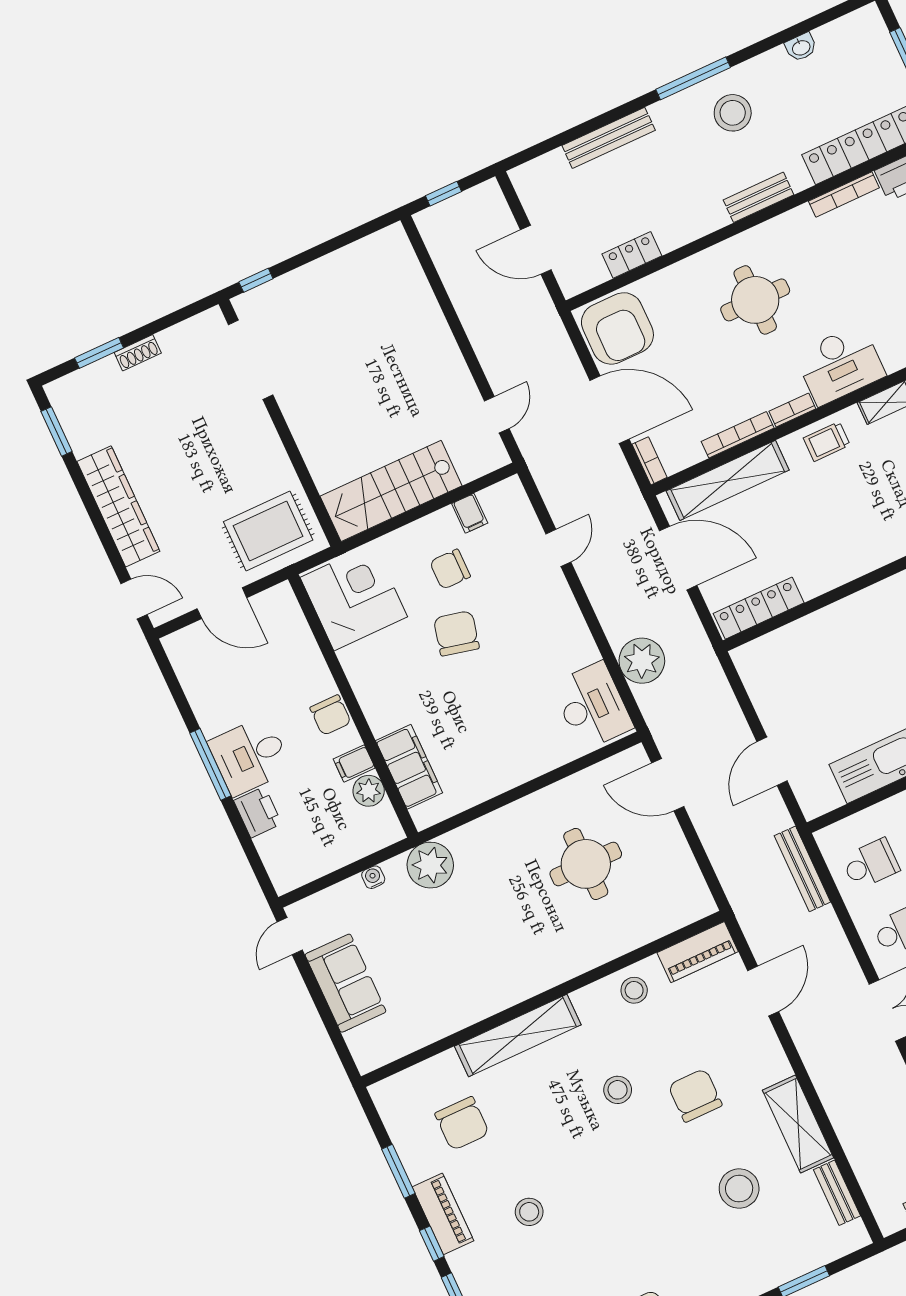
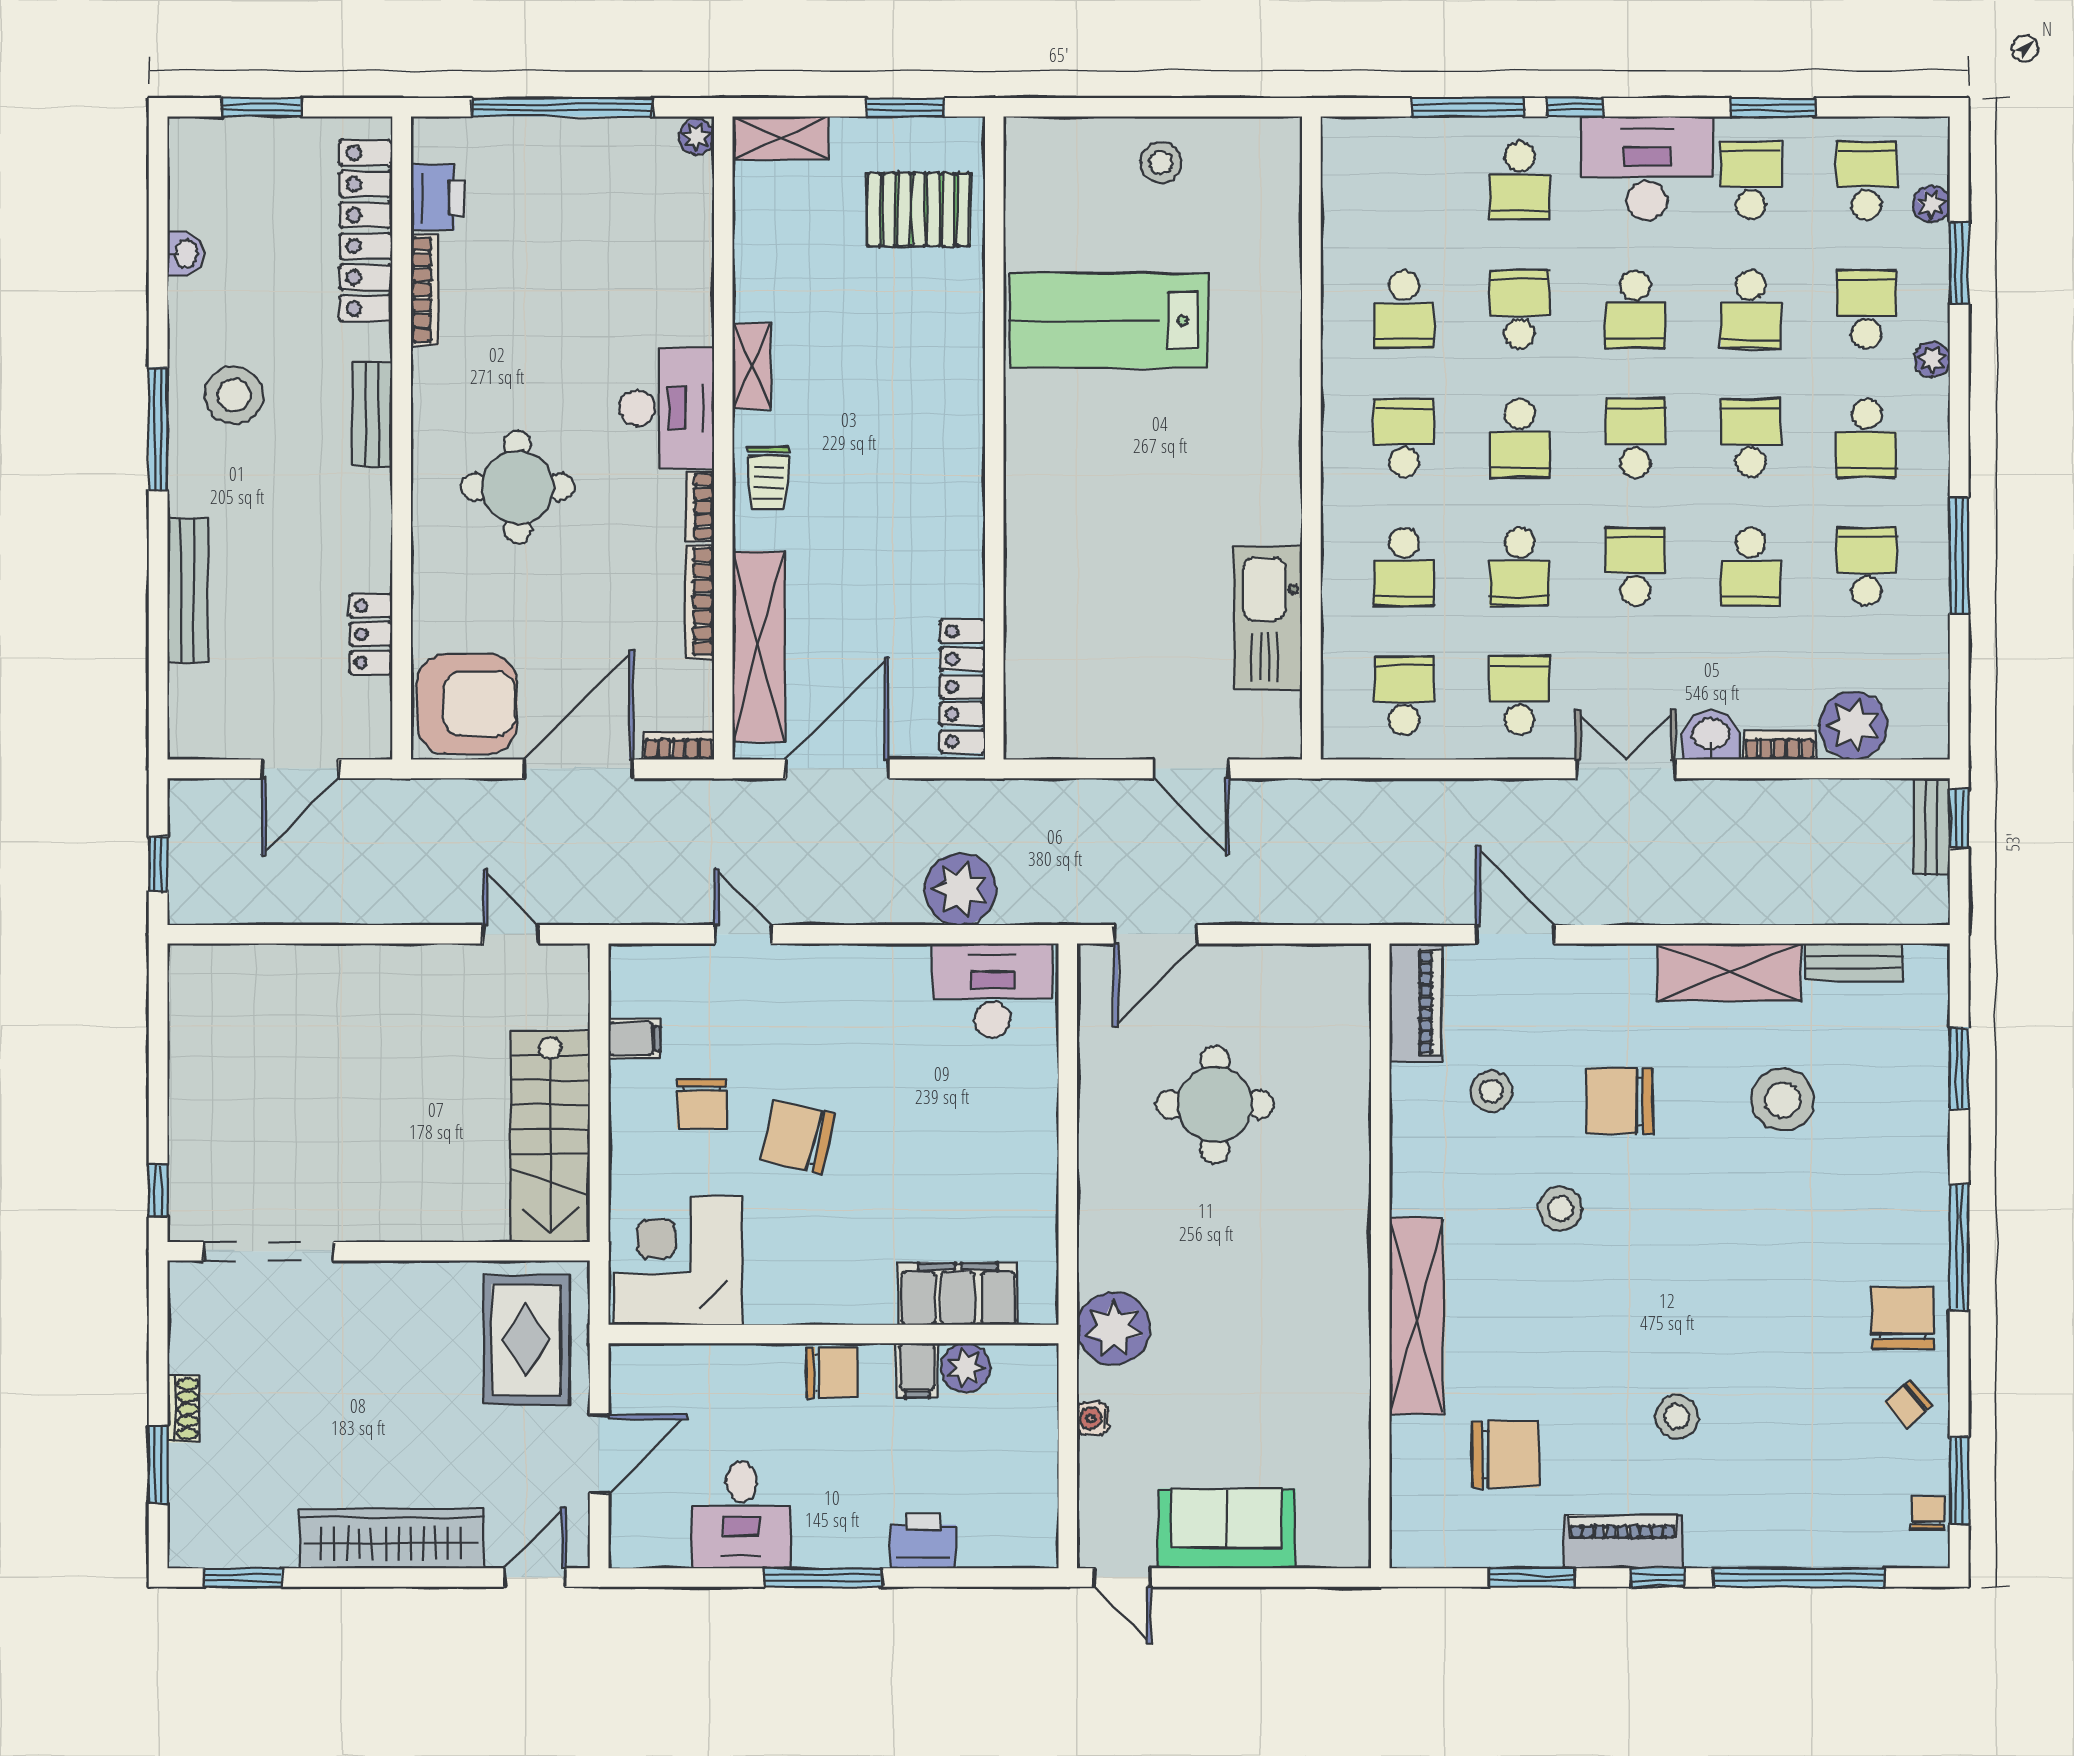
desk: (250, 756) -> (742, 1515), moved
bench: (802, 869) -> (1366, 797), removed
stool: (634, 990) -> (1491, 1091), moved

